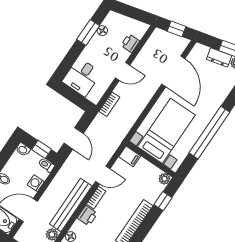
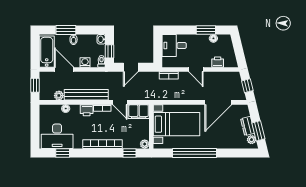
filing cabinet: (130, 156) -> (139, 112), width x2.00

